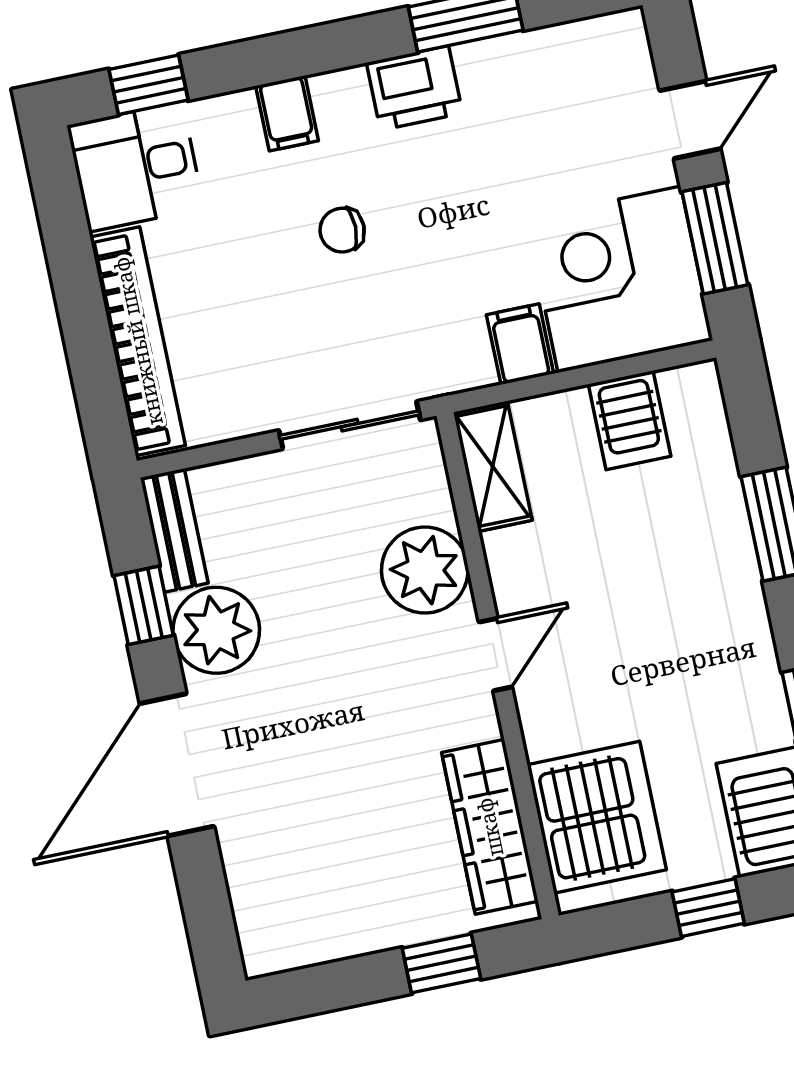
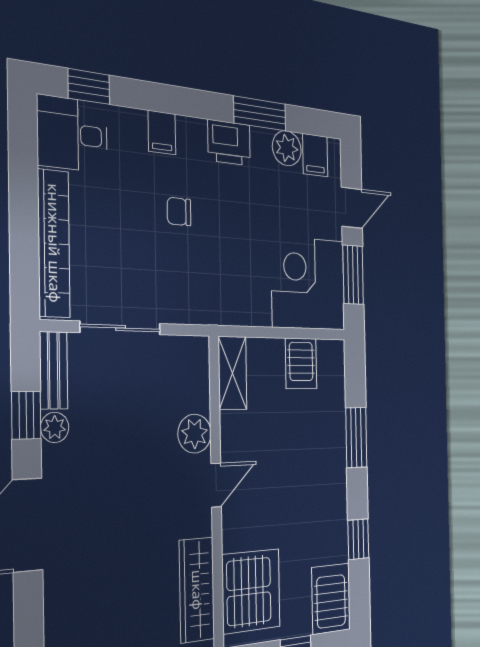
plant: (531, 59) -> (287, 148), added
filing cabinet: (520, 344) -> (315, 155), moved, turned 180
sliding door: (350, 425) -> (121, 328), moved
plant: (425, 570) -> (195, 434), width x0.73, depth x0.73
plant: (216, 630) -> (55, 427), width x0.53, depth x0.53

